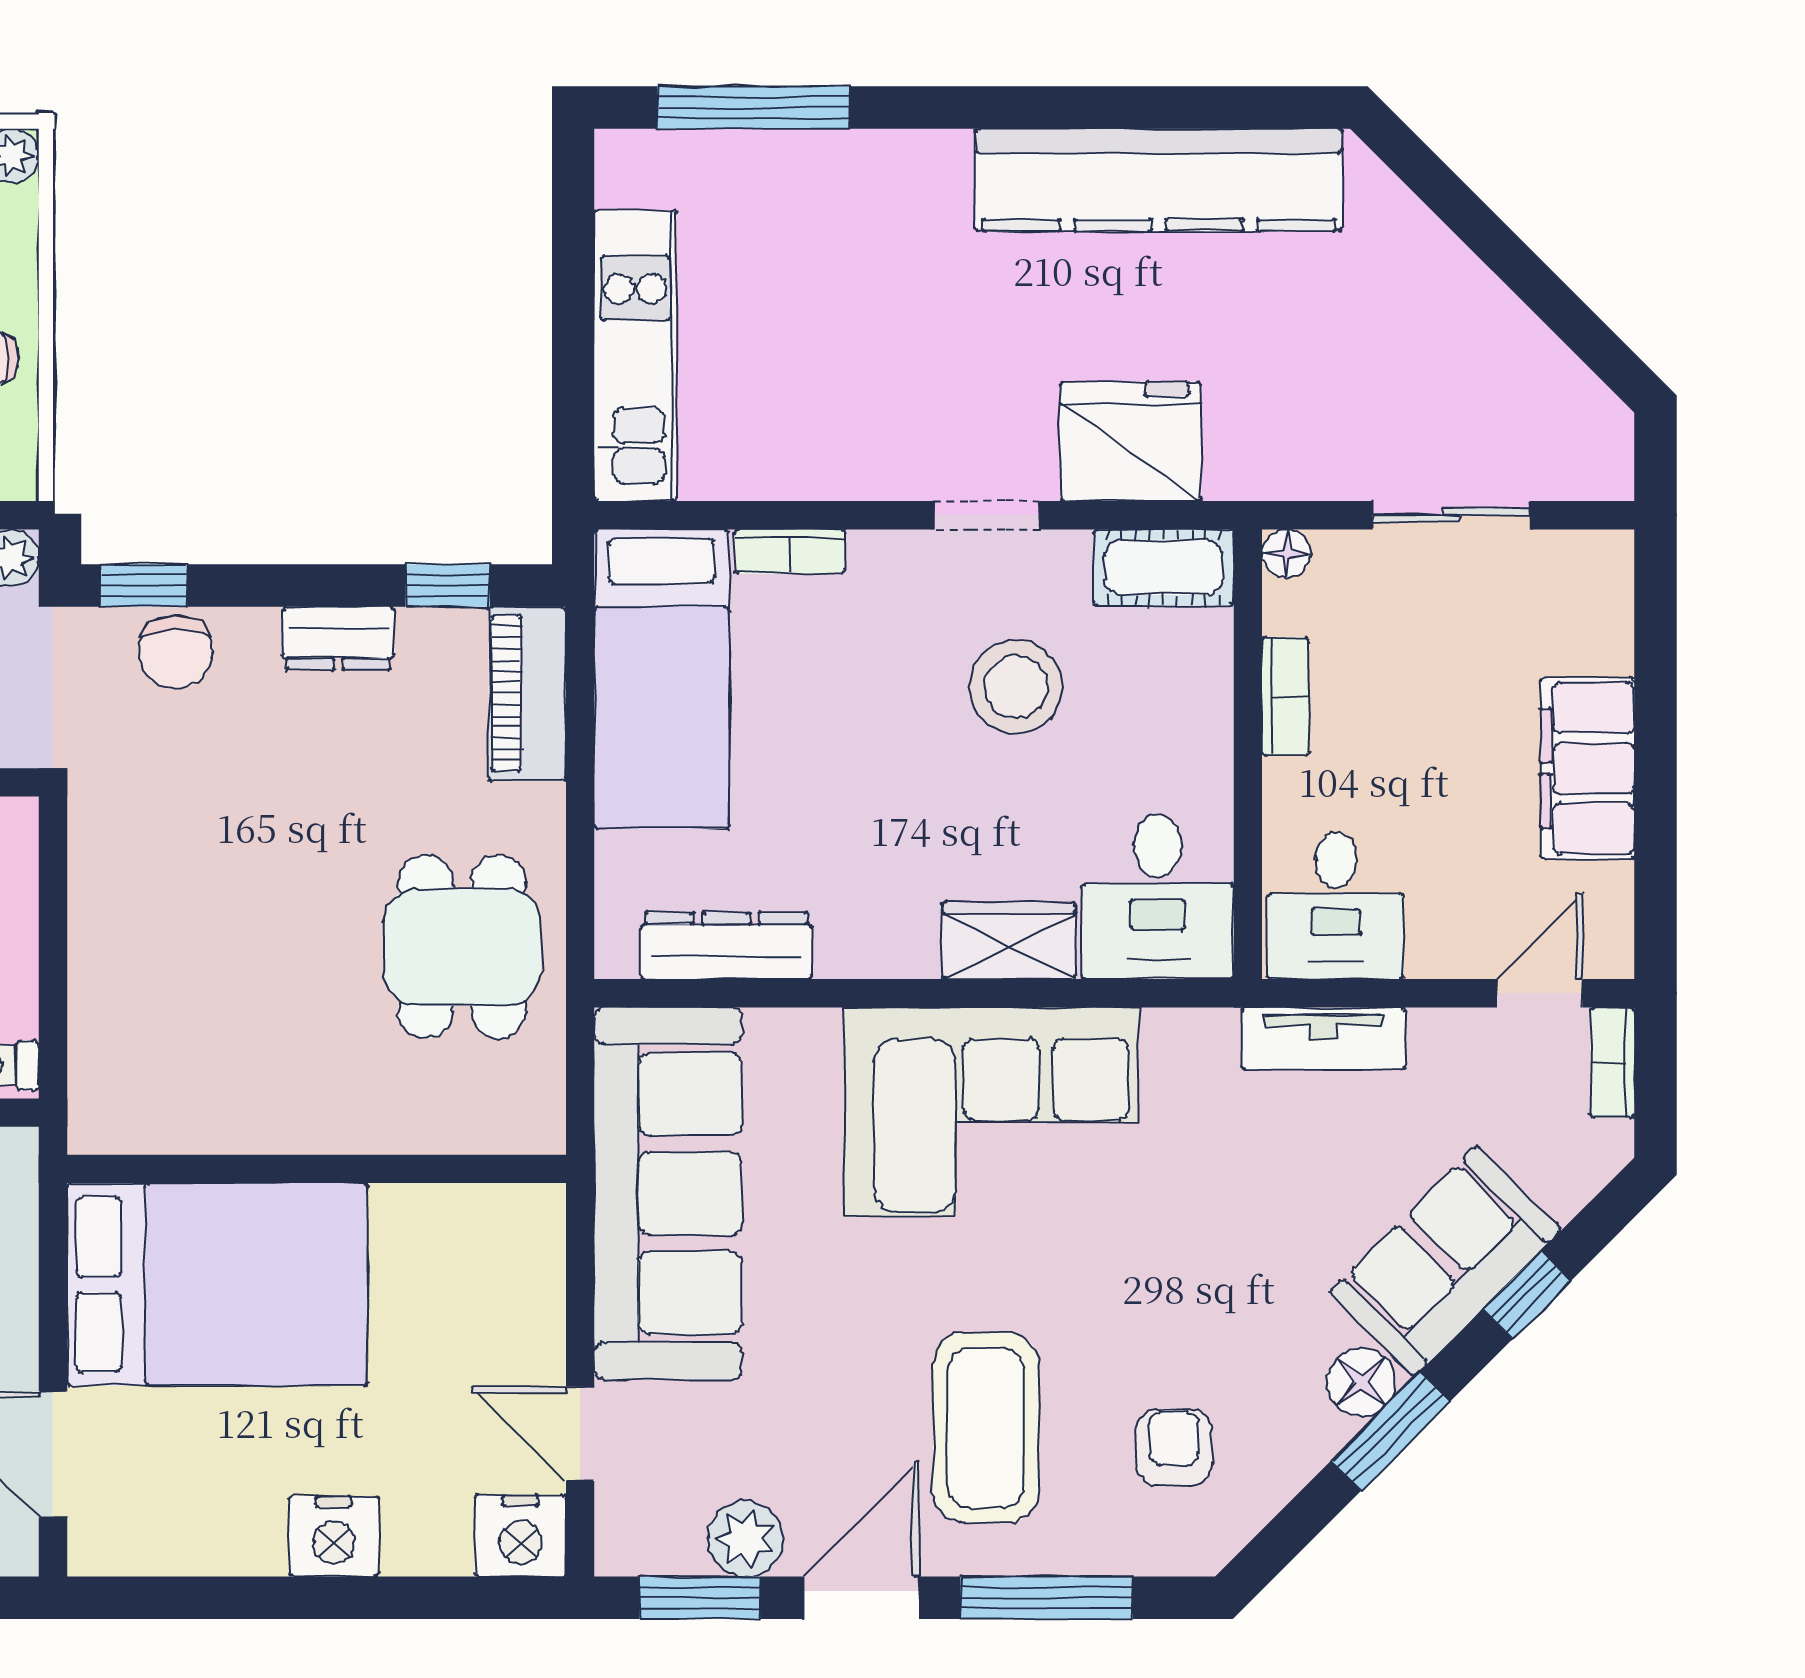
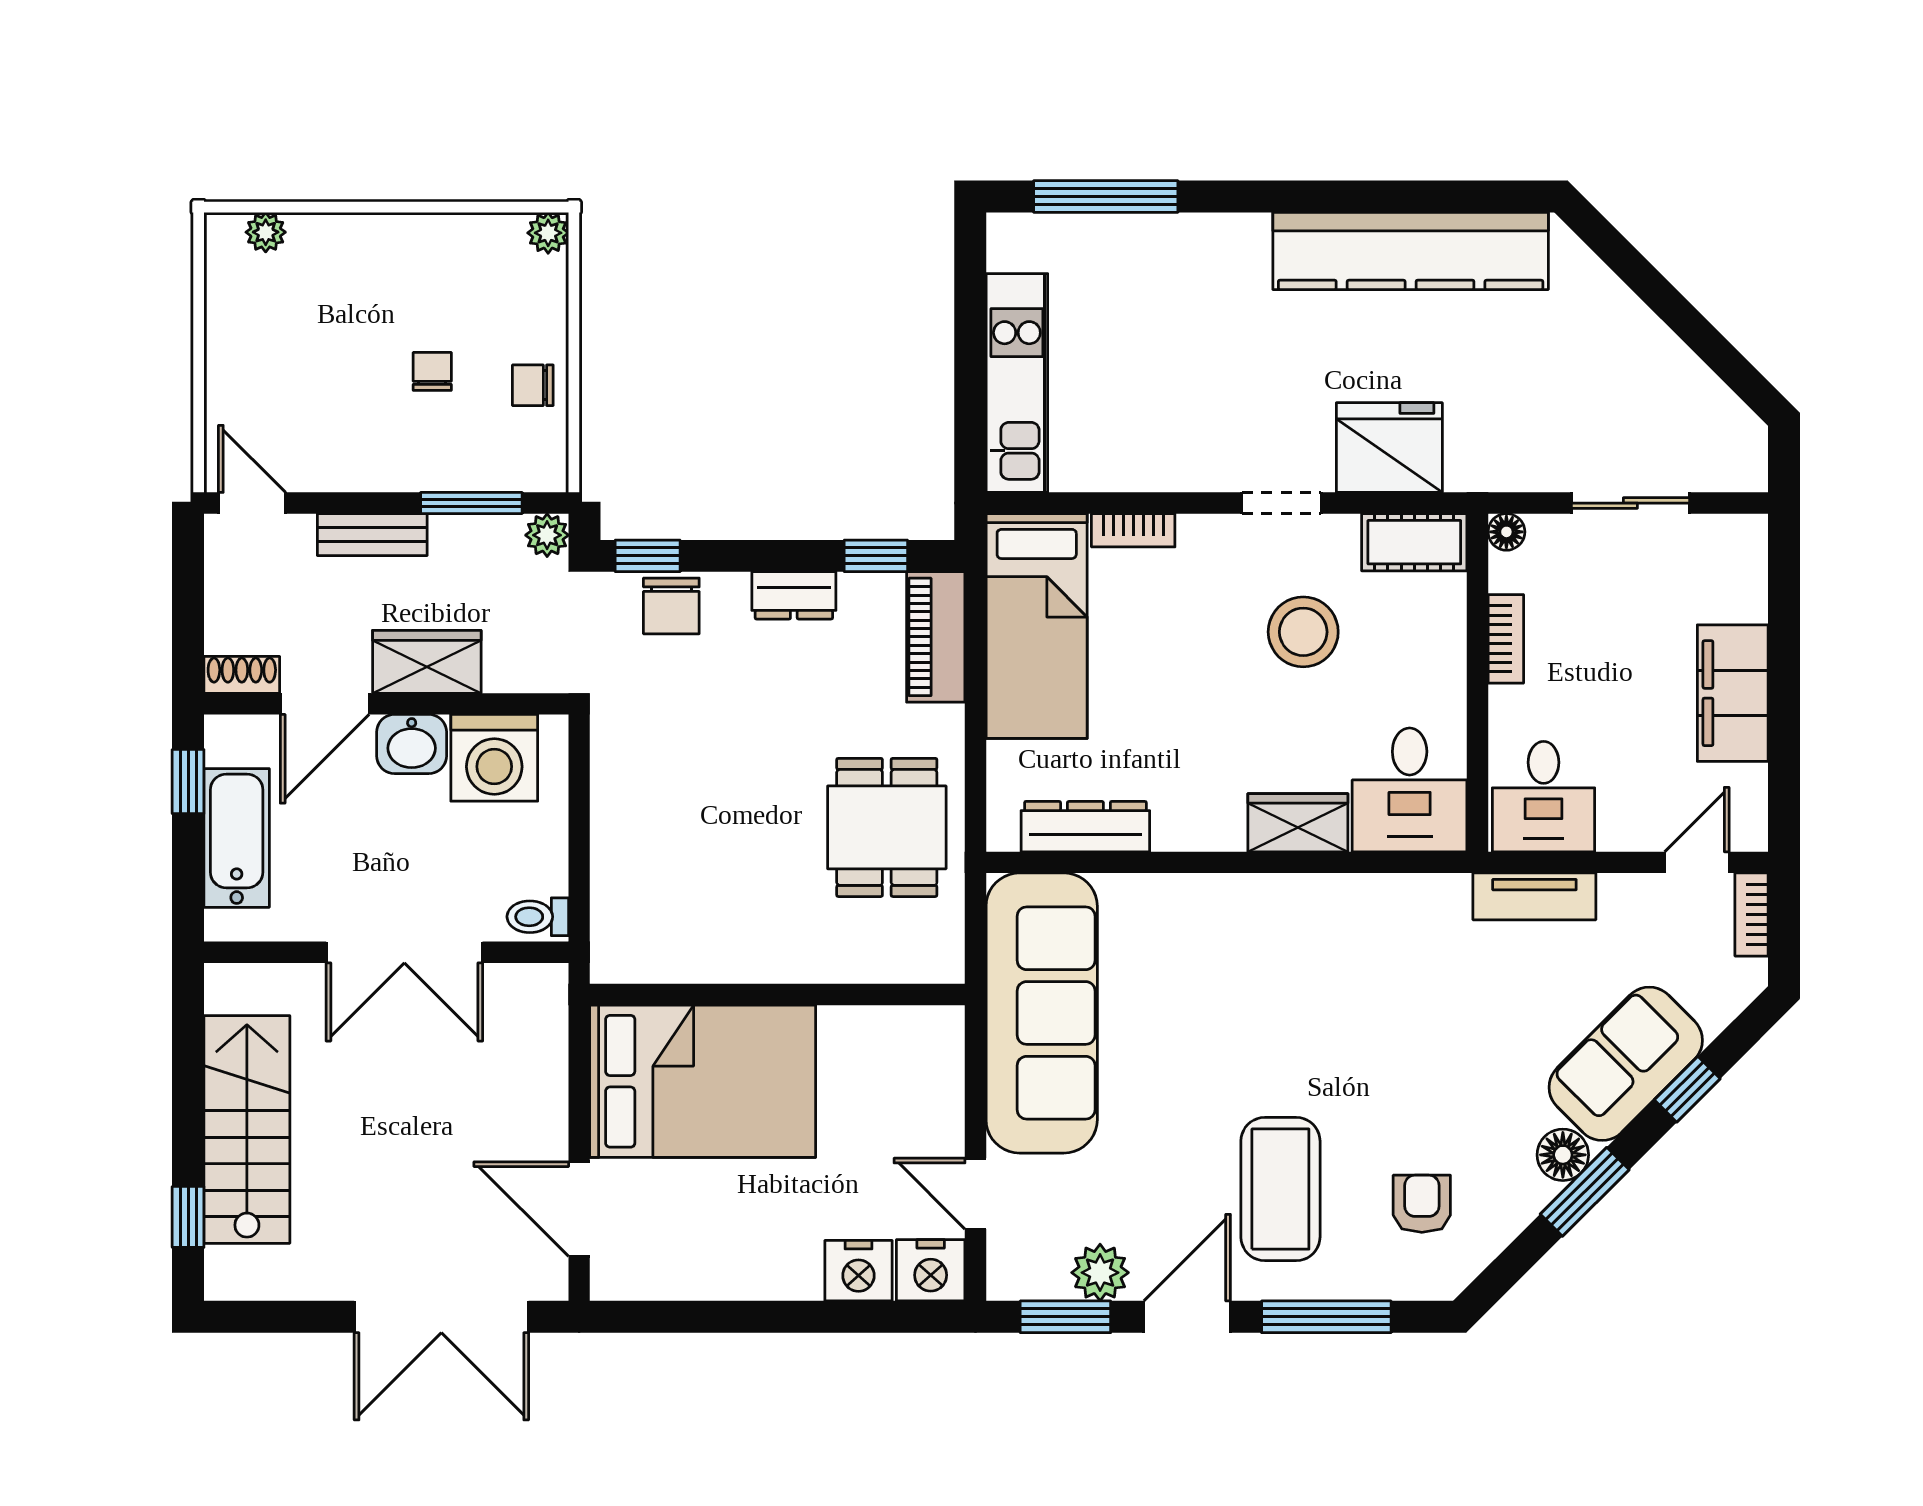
corner sofa: (991, 1112) -> (1285, 952), removed
nightstand: (334, 1536) -> (858, 1271), moved

